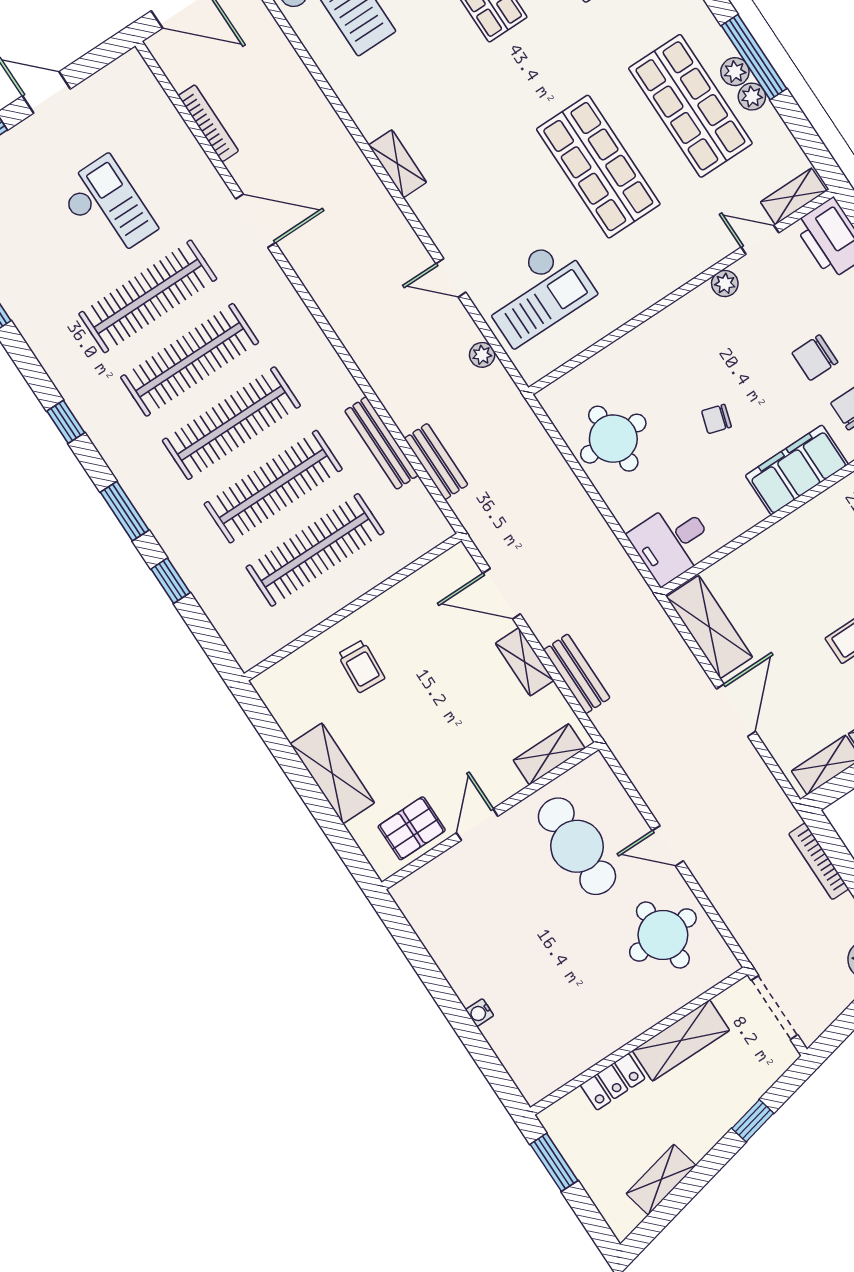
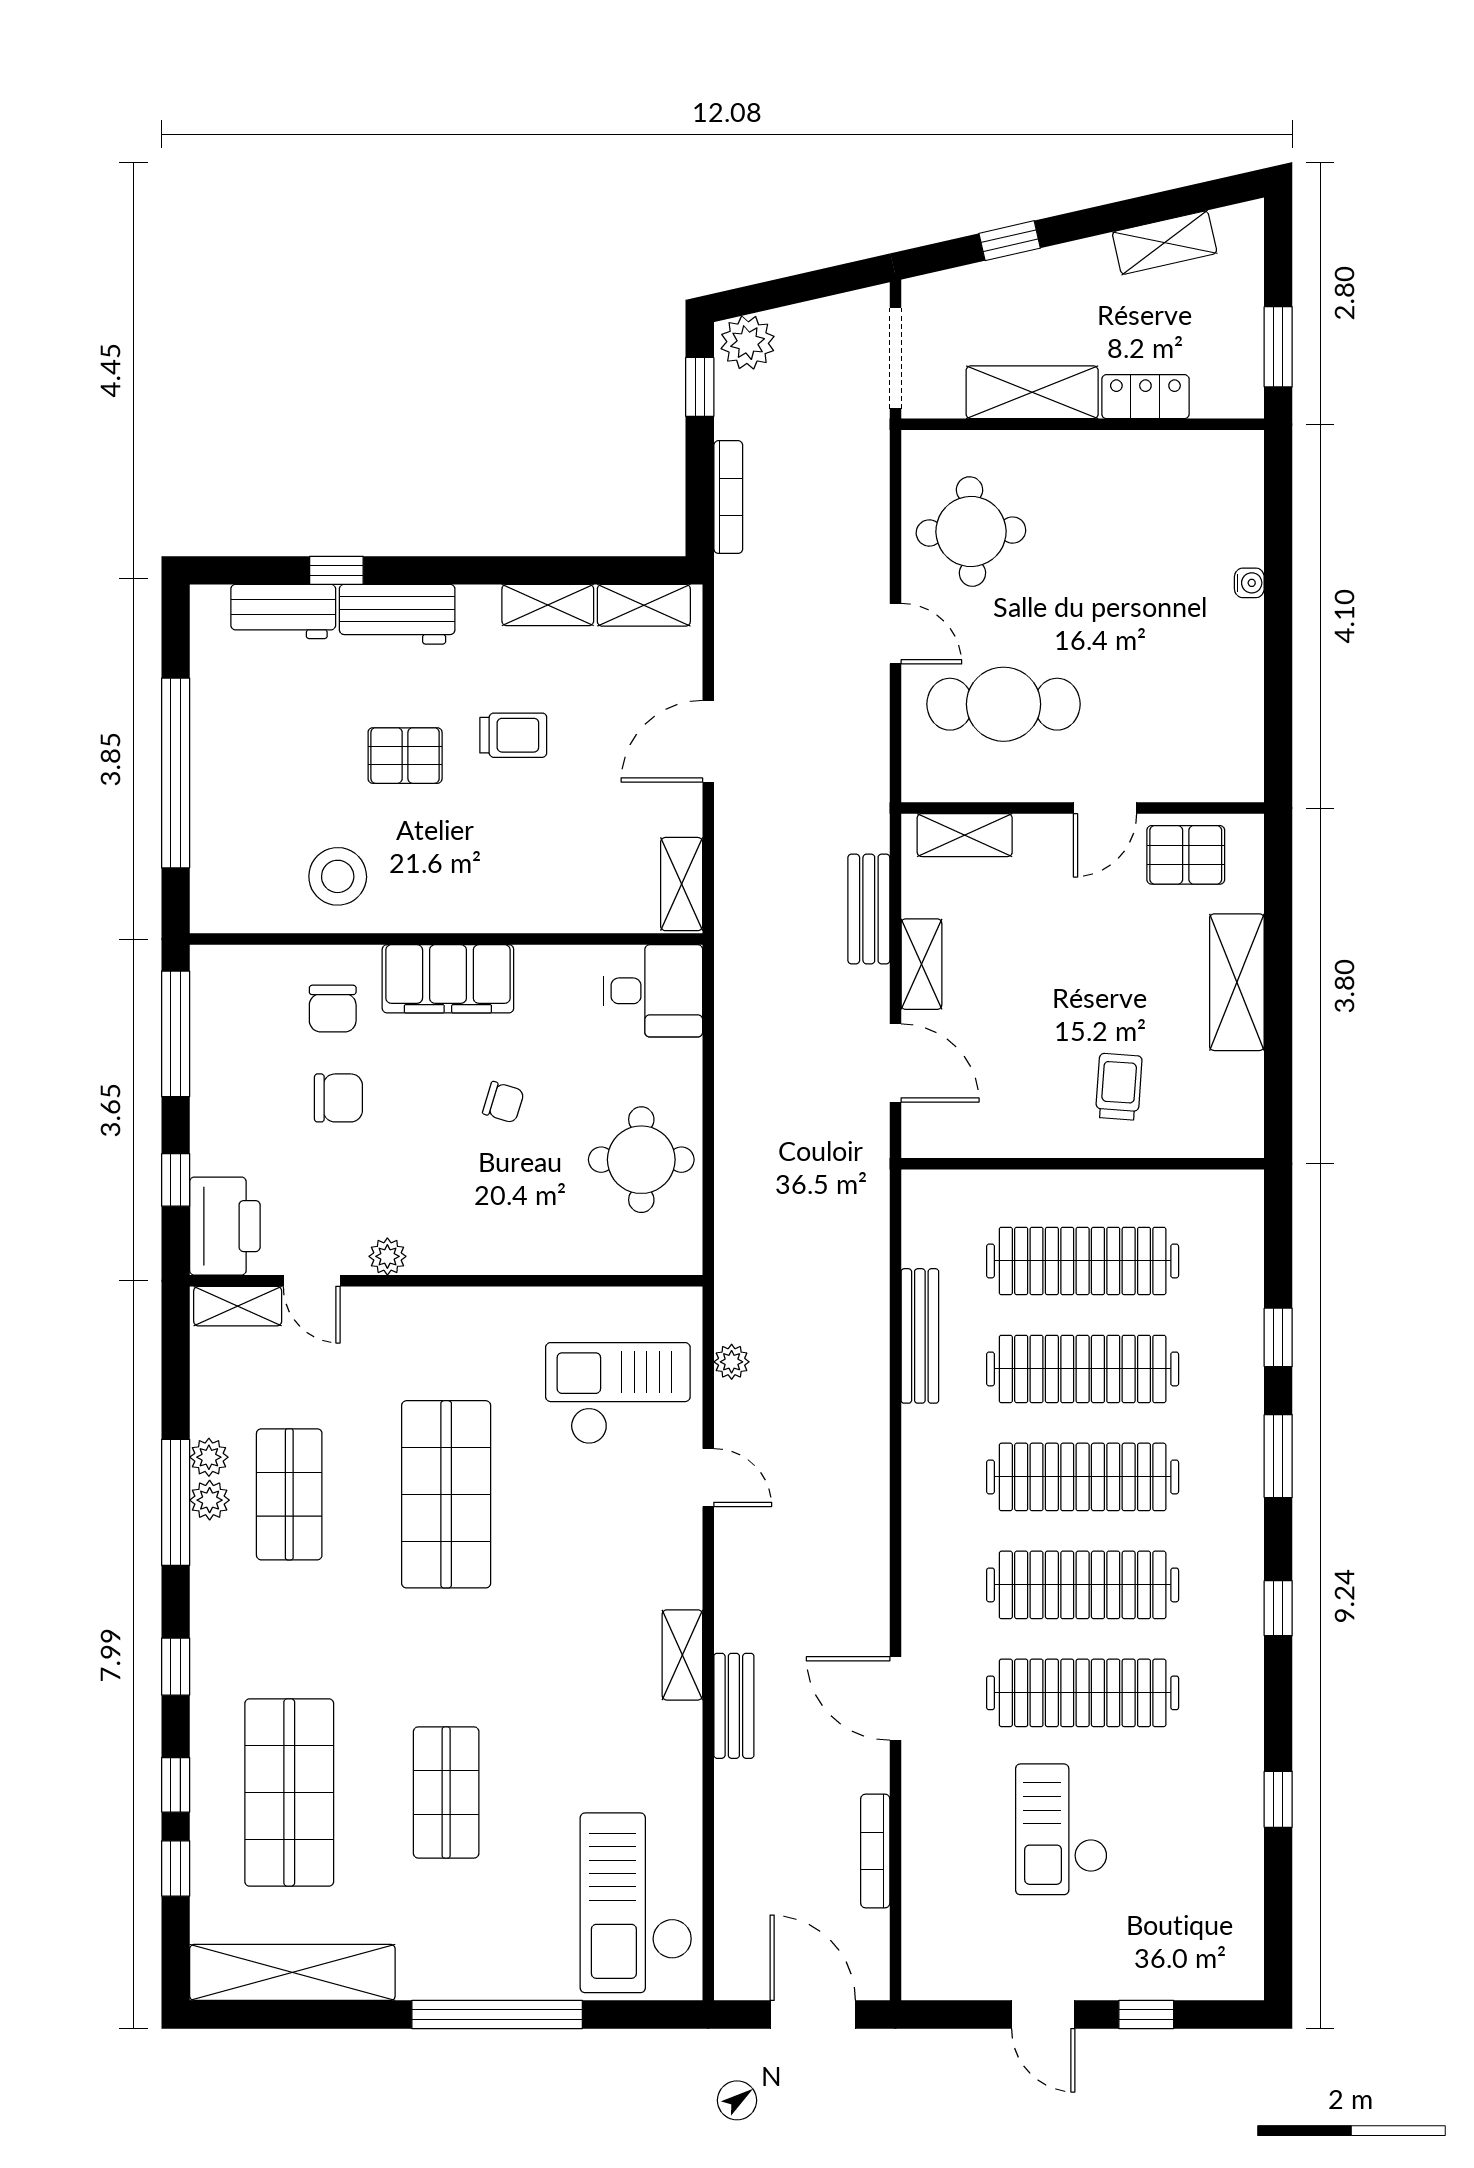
shop shelf: (690, 106) -> (289, 1494), width x0.70, depth x0.74
bench: (436, 462) -> (734, 1706), moved
shelving: (709, 627) -> (682, 884), width x0.67, depth x0.75
cafe table: (577, 846) -> (1004, 704), turned 90

